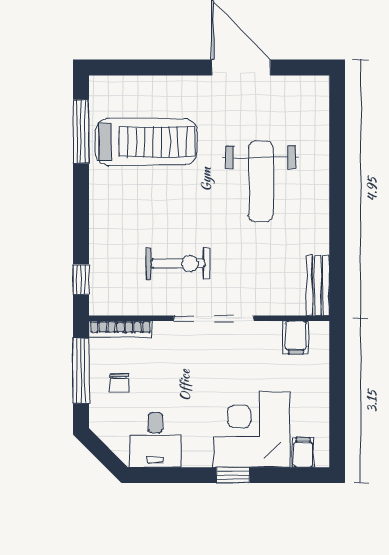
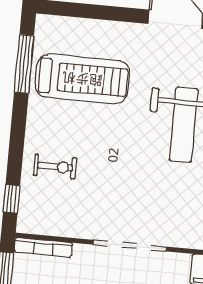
exercise bike: (178, 264) -> (55, 167), moved, width x0.73, depth x0.72

